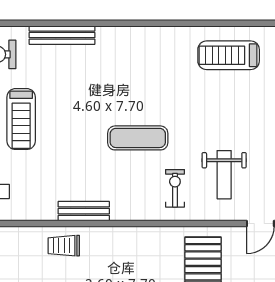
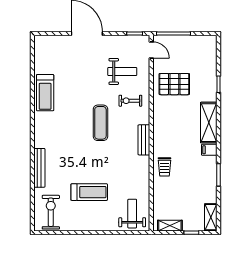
treadmill: (229, 55) -> (45, 93), moved
bench: (84, 211) -> (144, 140), moved

